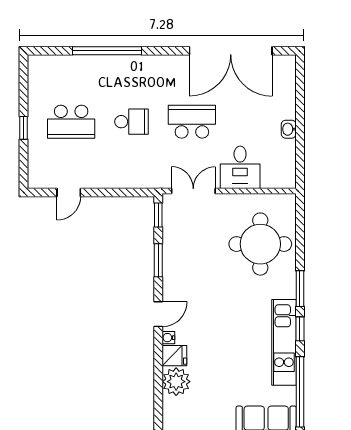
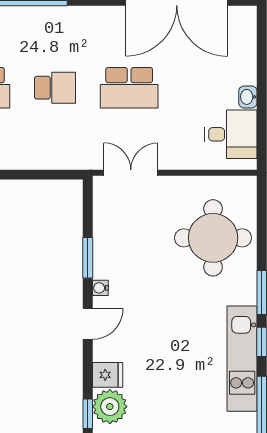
school desk: (192, 122) -> (129, 88), turned 180
desk: (240, 167) -> (231, 134), moved, turned -90
window: (158, 215) -> (88, 414), moved
water cooler: (168, 338) -> (100, 288), moved

